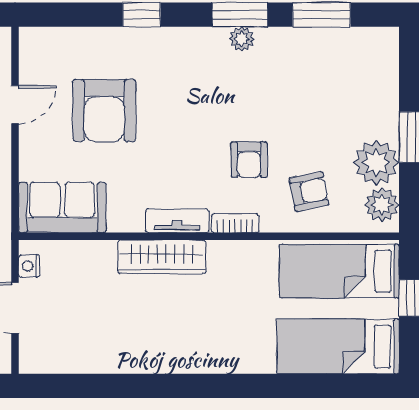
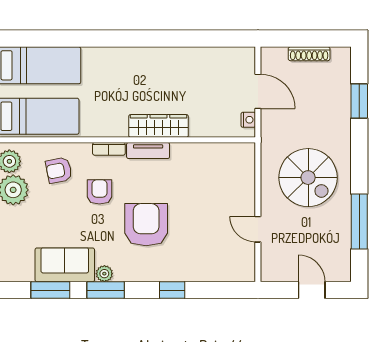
door: (15, 105) -> (258, 229), hinge flipped
armchair: (104, 110) -> (146, 225), moved
sofa: (62, 207) -> (65, 265), moved, turned 180

